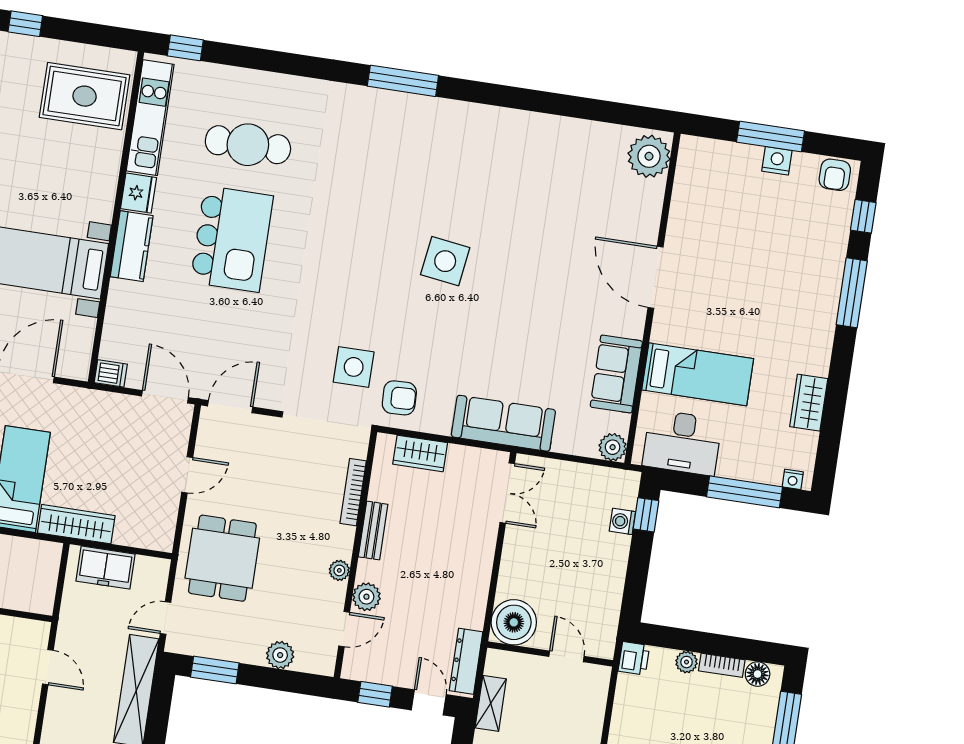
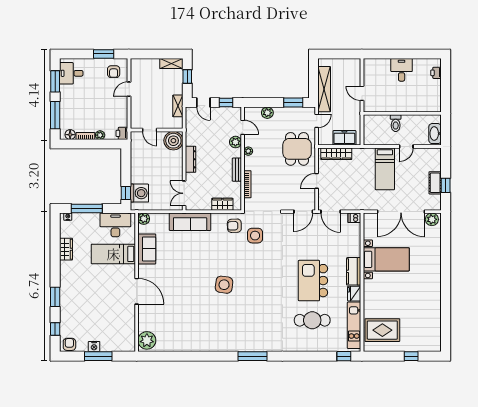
window: (852, 293) -> (55, 297), width x0.69
washing machine: (622, 521) -> (139, 193), width x1.89, depth x1.89
wardrobe: (76, 524) -> (336, 154), moved
door: (344, 629) -> (243, 127), swing flipped
dresser: (466, 661) -> (191, 159), moved

